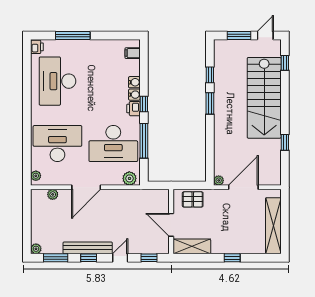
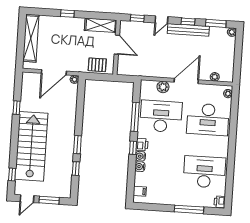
desk: (57, 81) -> (204, 172), turned -90
plant: (129, 178) -> (163, 87), moved

